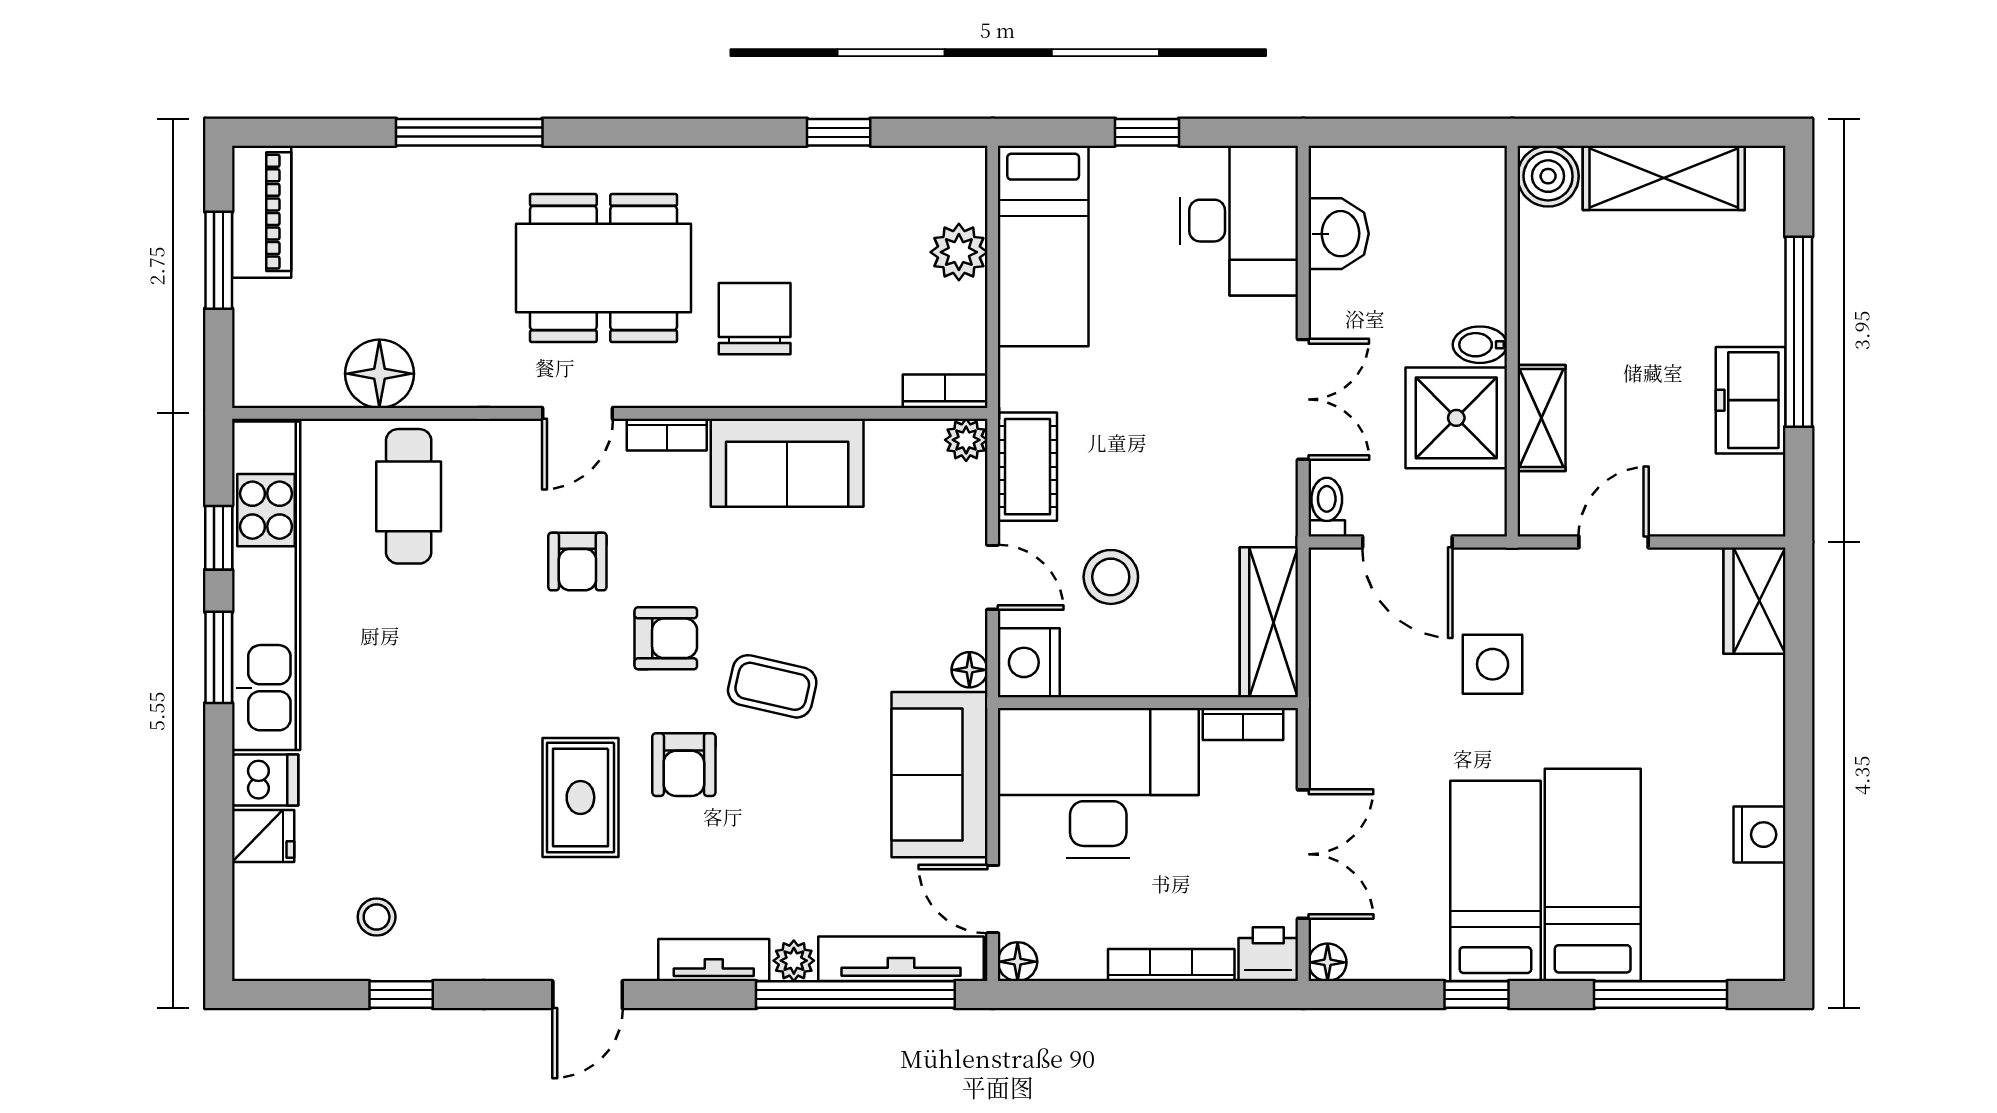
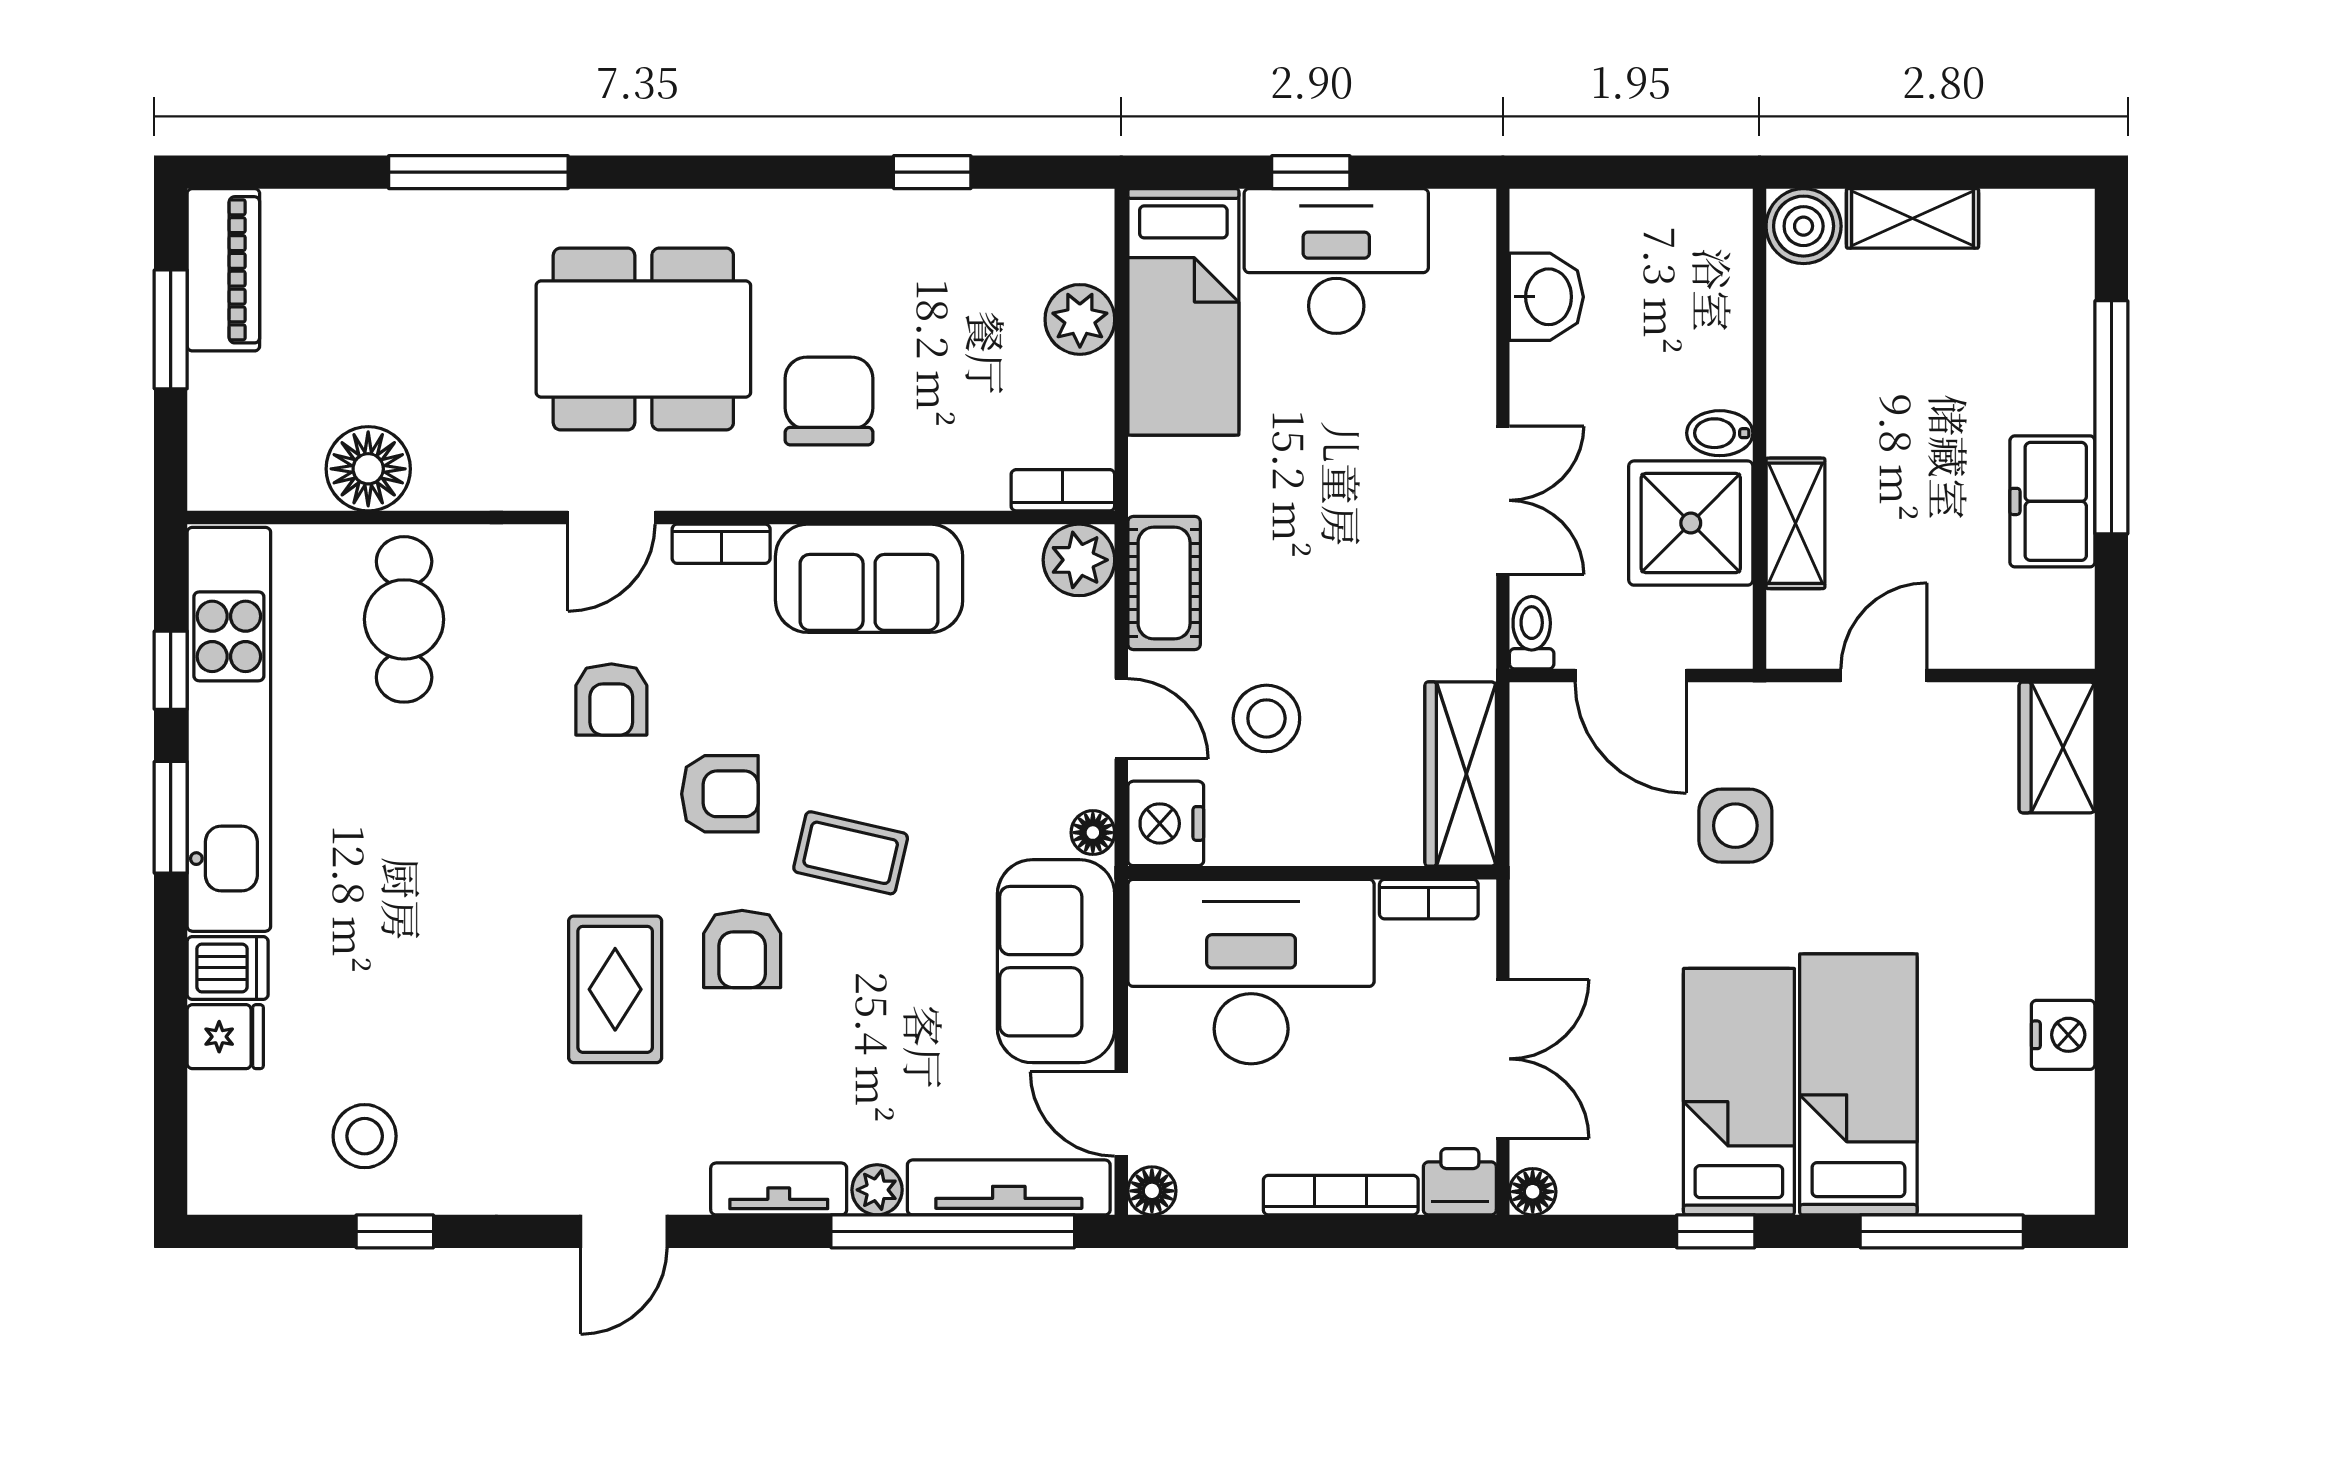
shelving: (1664, 178) -> (1912, 218), width x0.67, depth x0.75
desk: (1239, 221) -> (1336, 261), moved, turned -90
plant: (966, 440) -> (1079, 560), width x1.38, depth x1.38
stool: (377, 917) -> (365, 1136), width x1.37, depth x1.37

